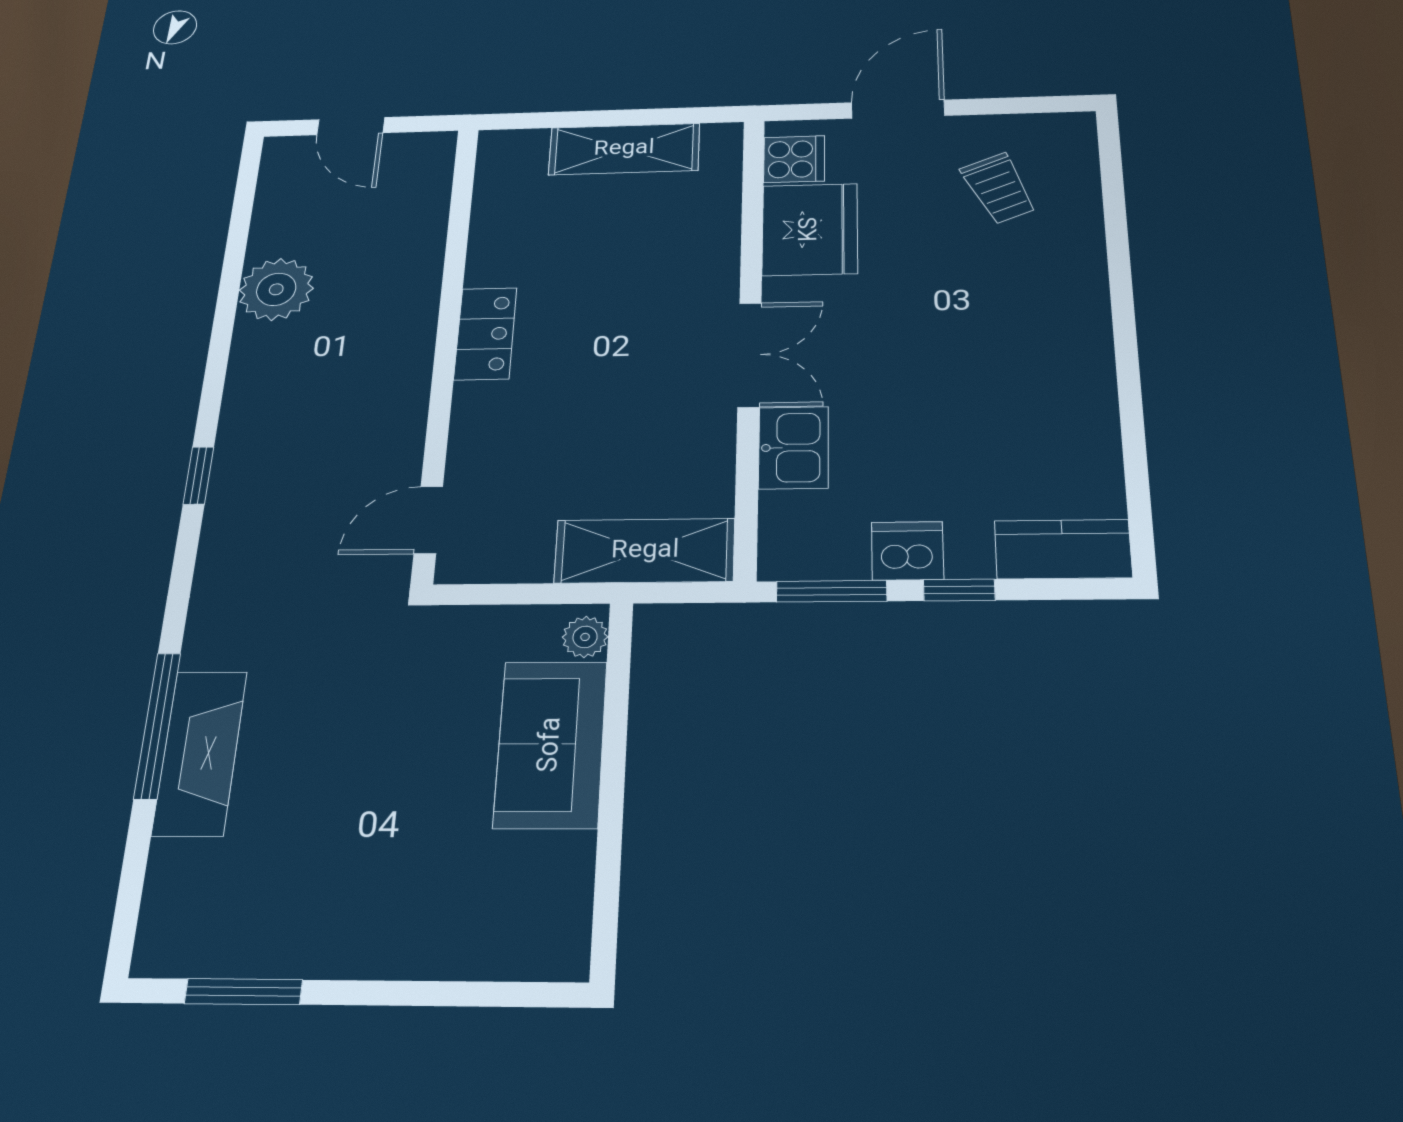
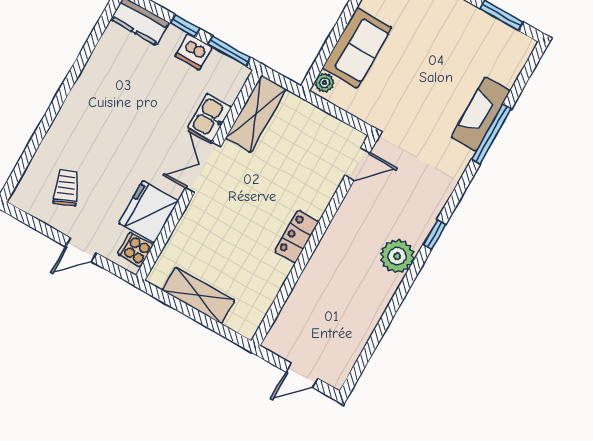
door: (898, 109) -> (81, 250), width x0.73
door: (351, 126) -> (302, 375), swing flipped
plant: (276, 289) -> (397, 256), moved
shelving: (645, 551) -> (256, 114), moved, turned 90

